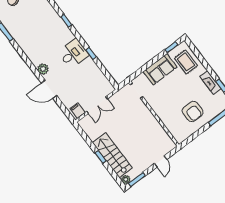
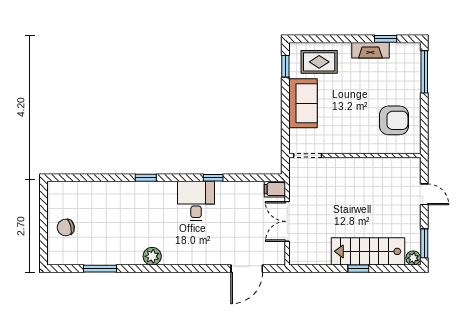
plant: (43, 69) -> (152, 256), moved
door: (49, 89) -> (247, 269), moved
double door: (97, 105) -> (287, 221), swing flipped
filing cabinet: (77, 111) -> (275, 189), moved
armchair: (193, 111) -> (394, 120), moved

